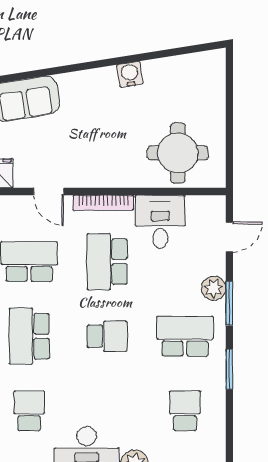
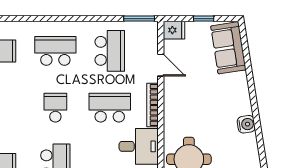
door: (49, 191) -> (161, 65), swing flipped
school desk: (107, 336) -> (55, 108), turned 180

